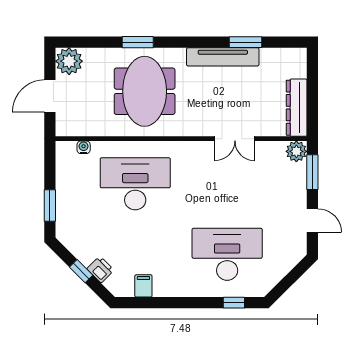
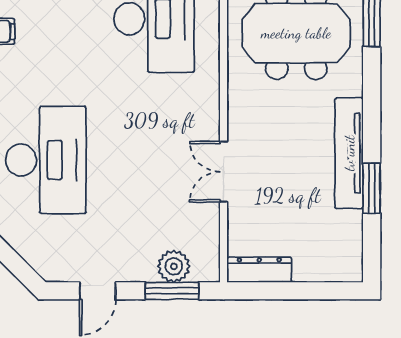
dresser: (297, 108) -> (259, 270), width x0.73, depth x0.80
plant: (296, 151) -> (174, 266), moved

